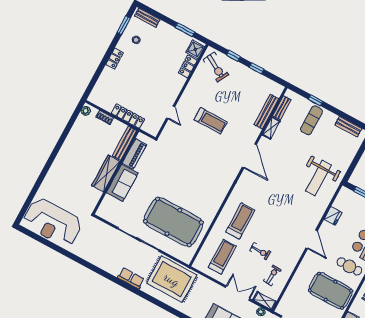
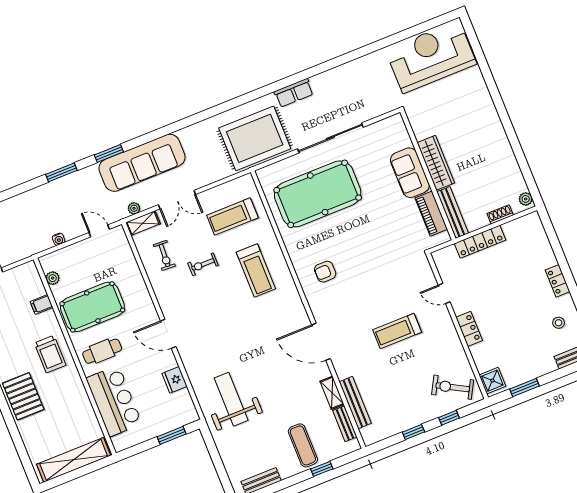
locker: (188, 66) -> (469, 329), moved
armchair: (211, 184) -> (325, 272), added
treadmill: (222, 257) -> (232, 217), turned 90

